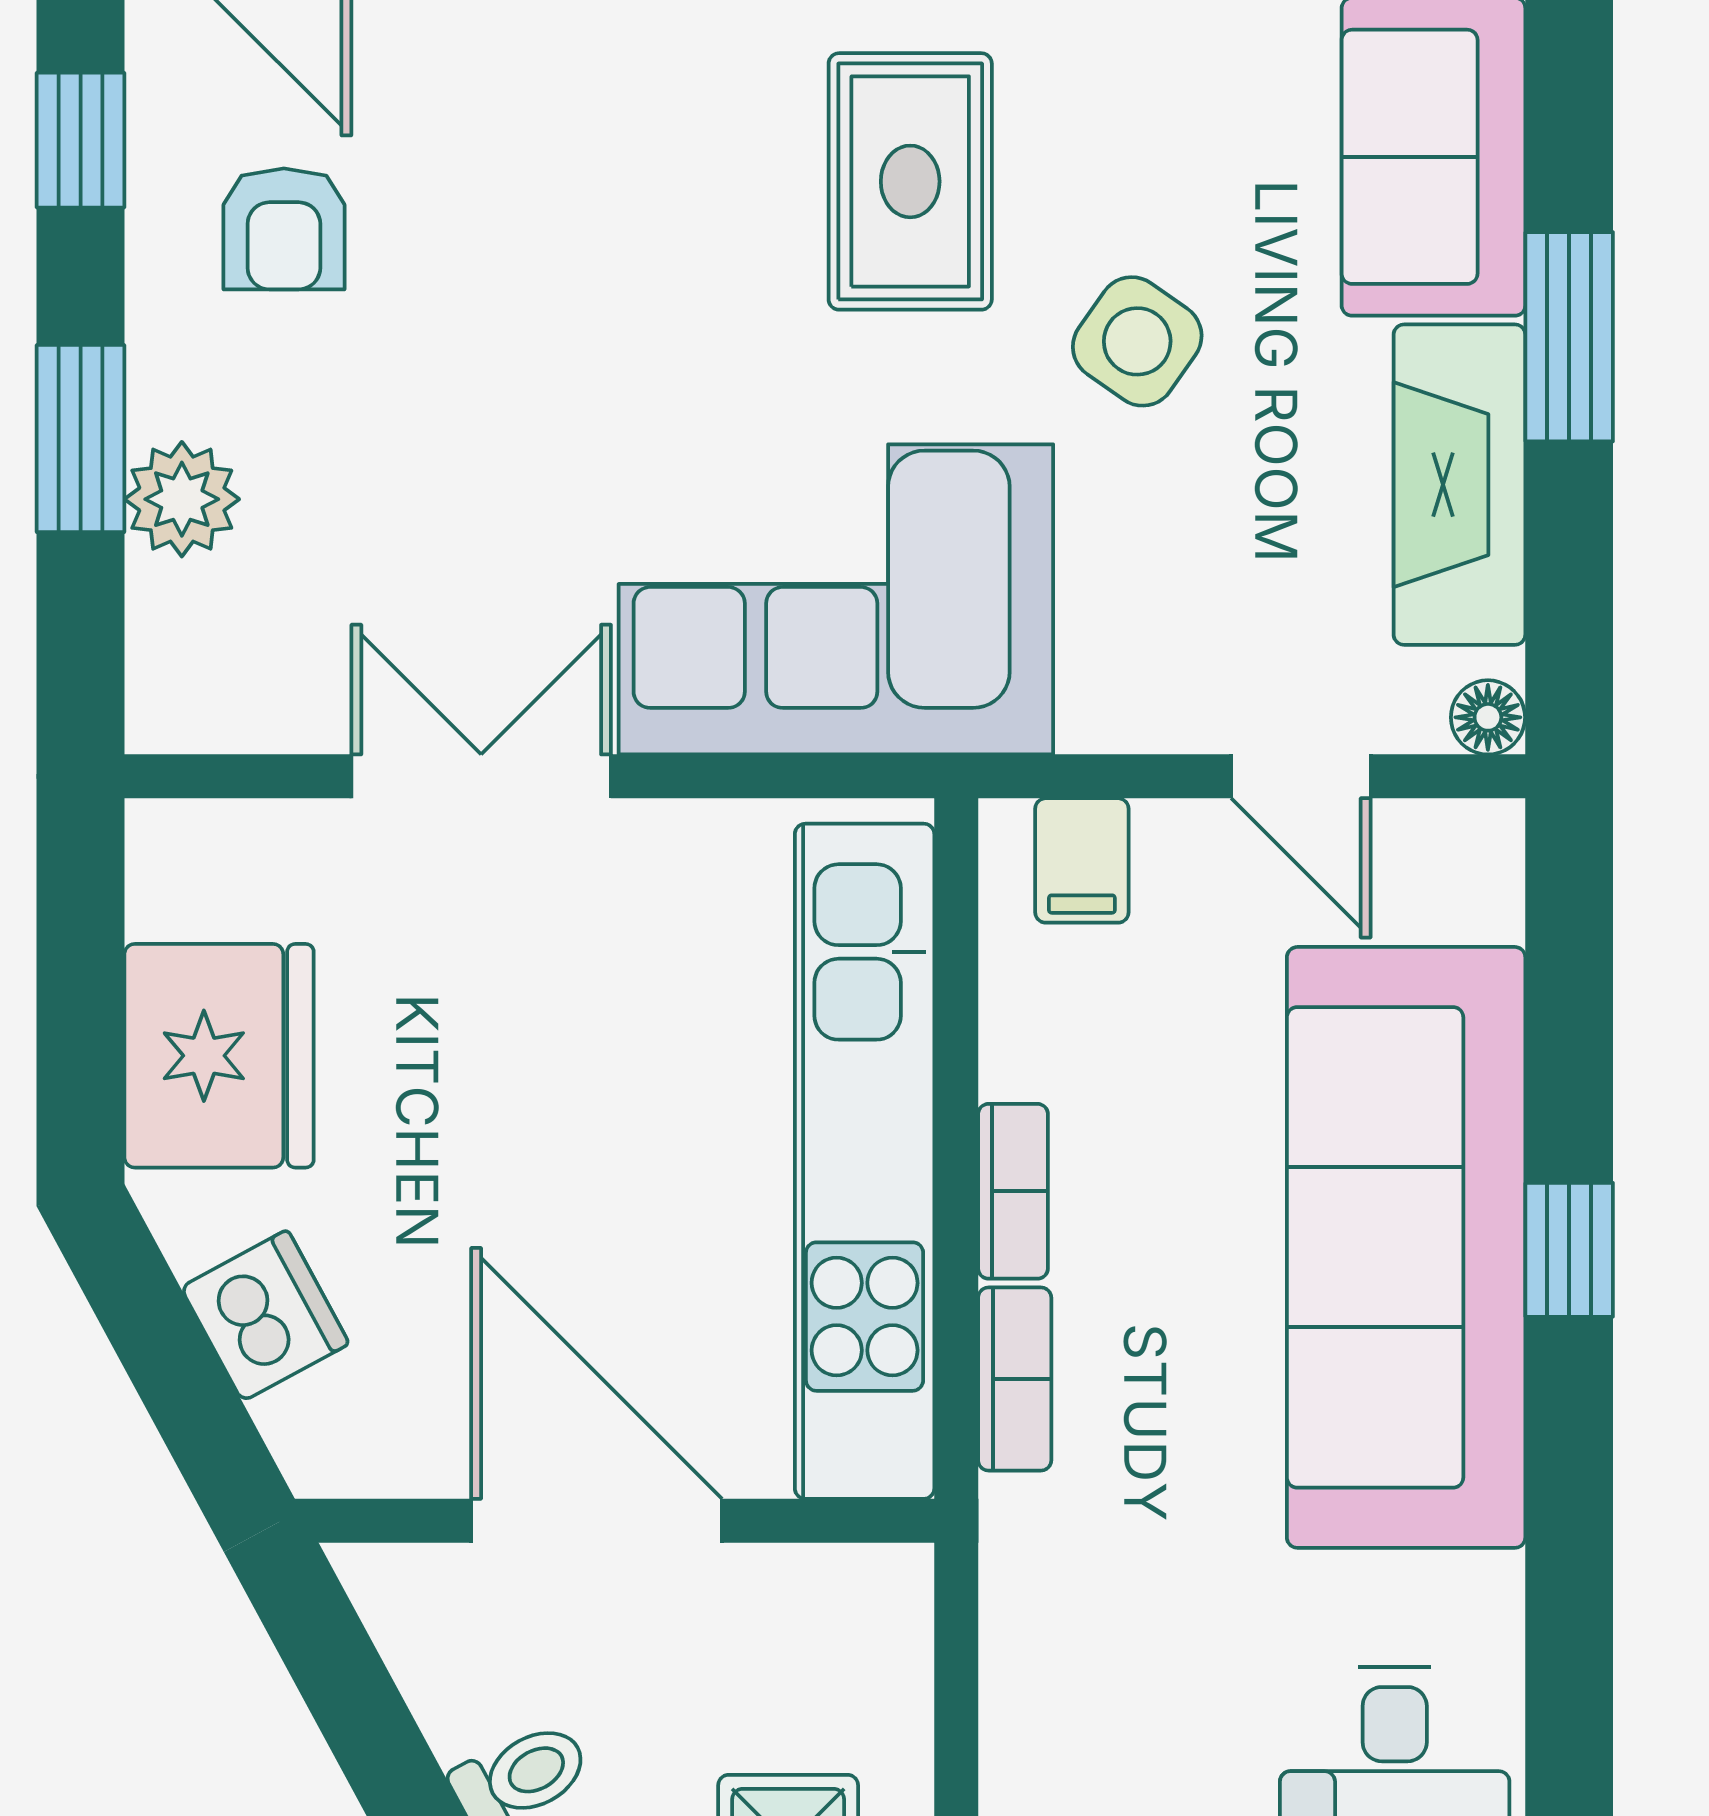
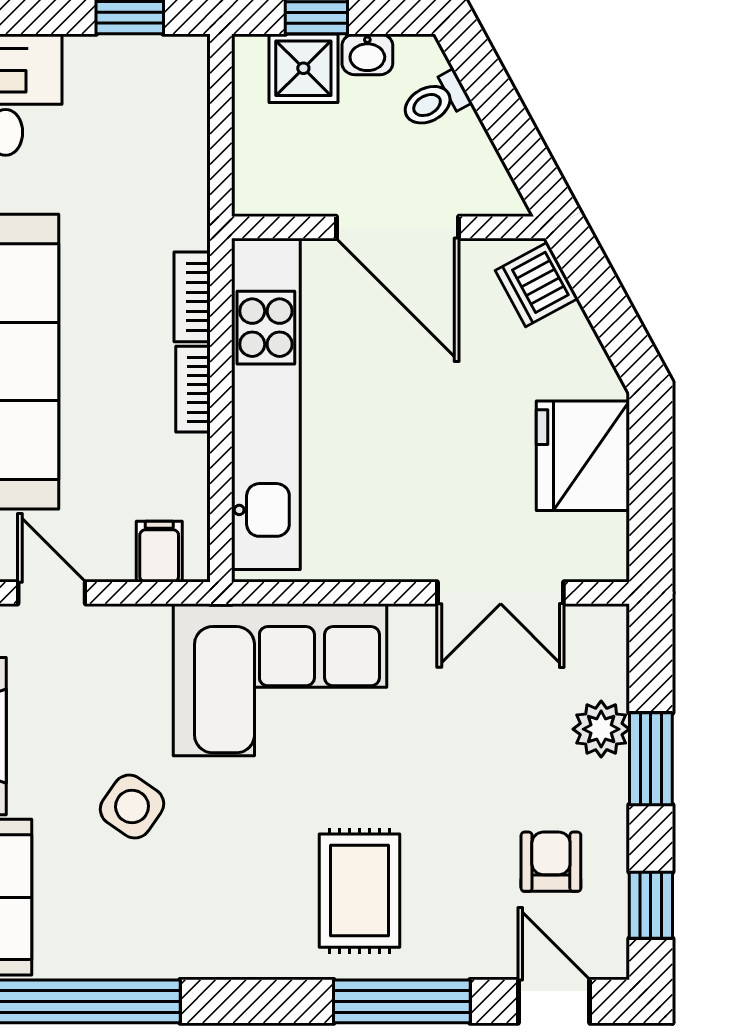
rug: (910, 181) -> (359, 891), moved
double door: (481, 776) -> (501, 593), moved
dishwasher: (265, 1316) -> (537, 284), moved

